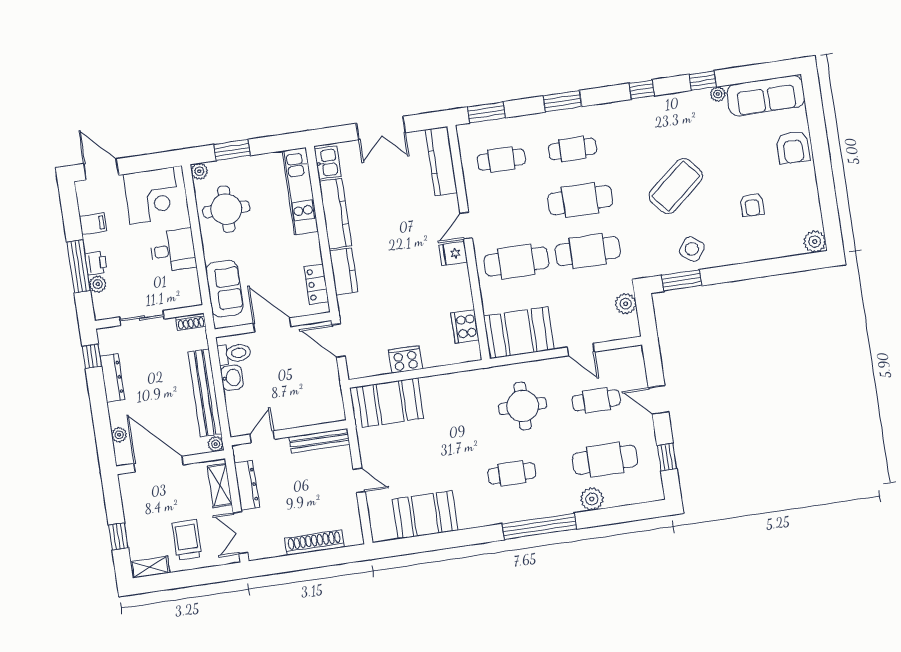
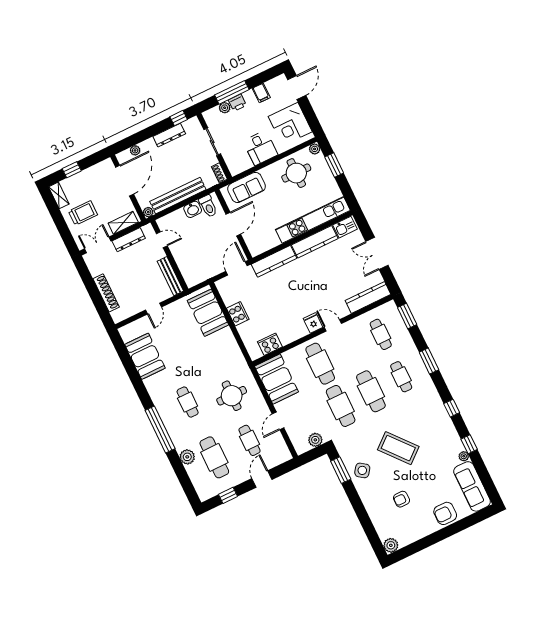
kitchen unit: (300, 191) -> (313, 220), width x1.36
kitchen counter: (344, 271) -> (274, 261), width x1.50
locker: (316, 284) -> (267, 244), removed

